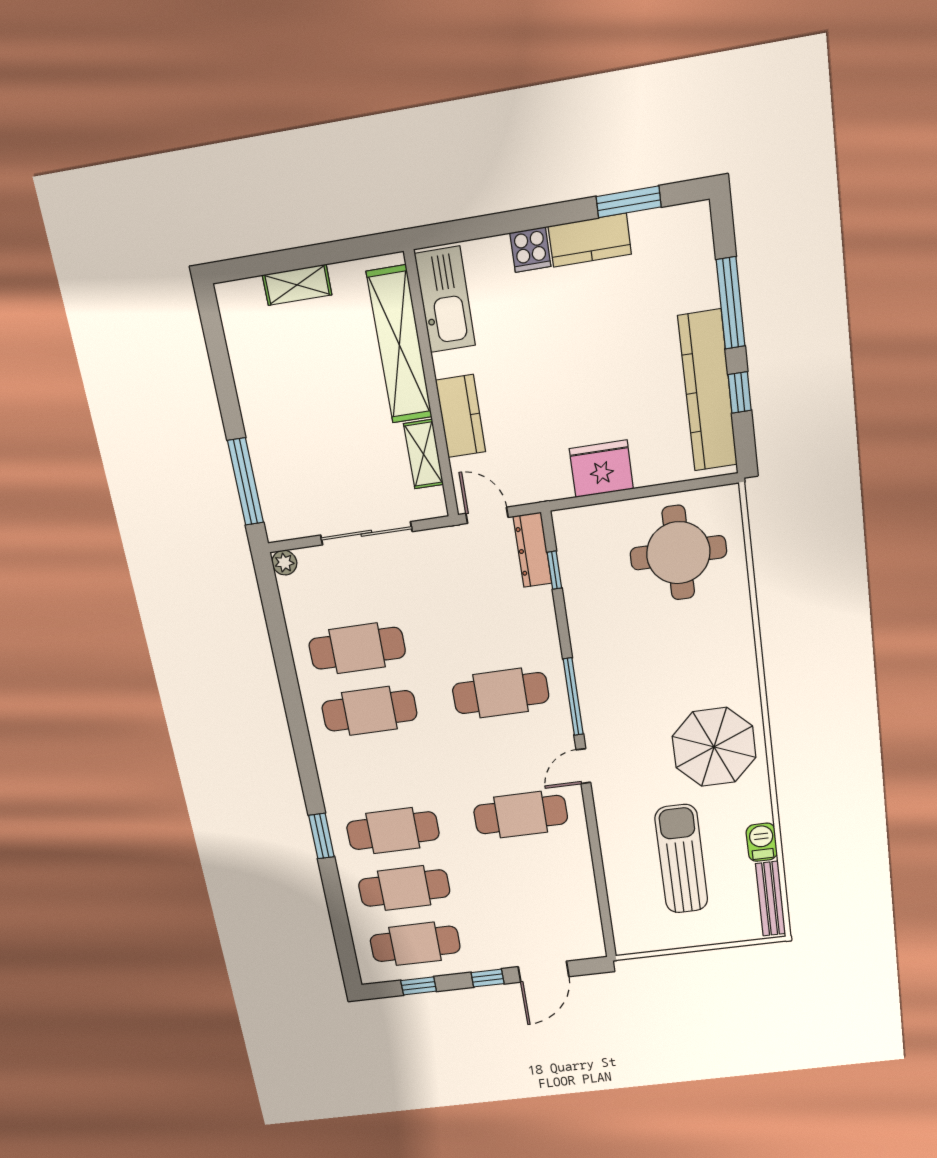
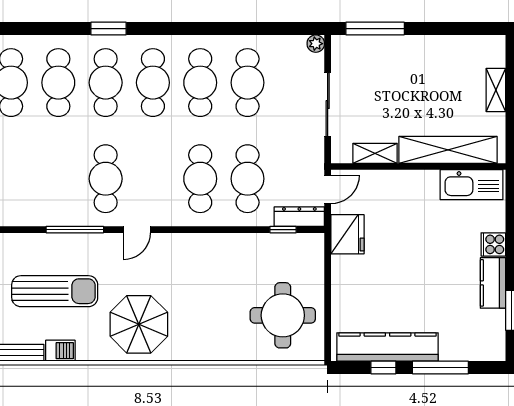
kitchen counter: (461, 416) -> (396, 182), removed
fridge: (601, 469) -> (347, 234), moved
cafe table: (490, 630) -> (248, 179), added
window: (573, 697) -> (75, 230), moved
door: (583, 766) -> (137, 230), swing flipped
cafe table: (381, 772) -> (153, 83), added

